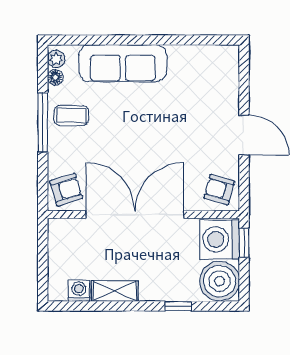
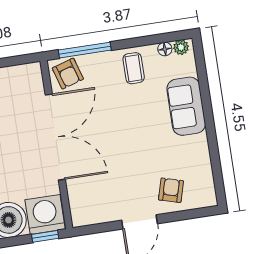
sofa: (123, 63) -> (186, 106), width x0.73
window: (43, 122) -> (85, 50), moved
armchair: (219, 190) -> (171, 190), moved

